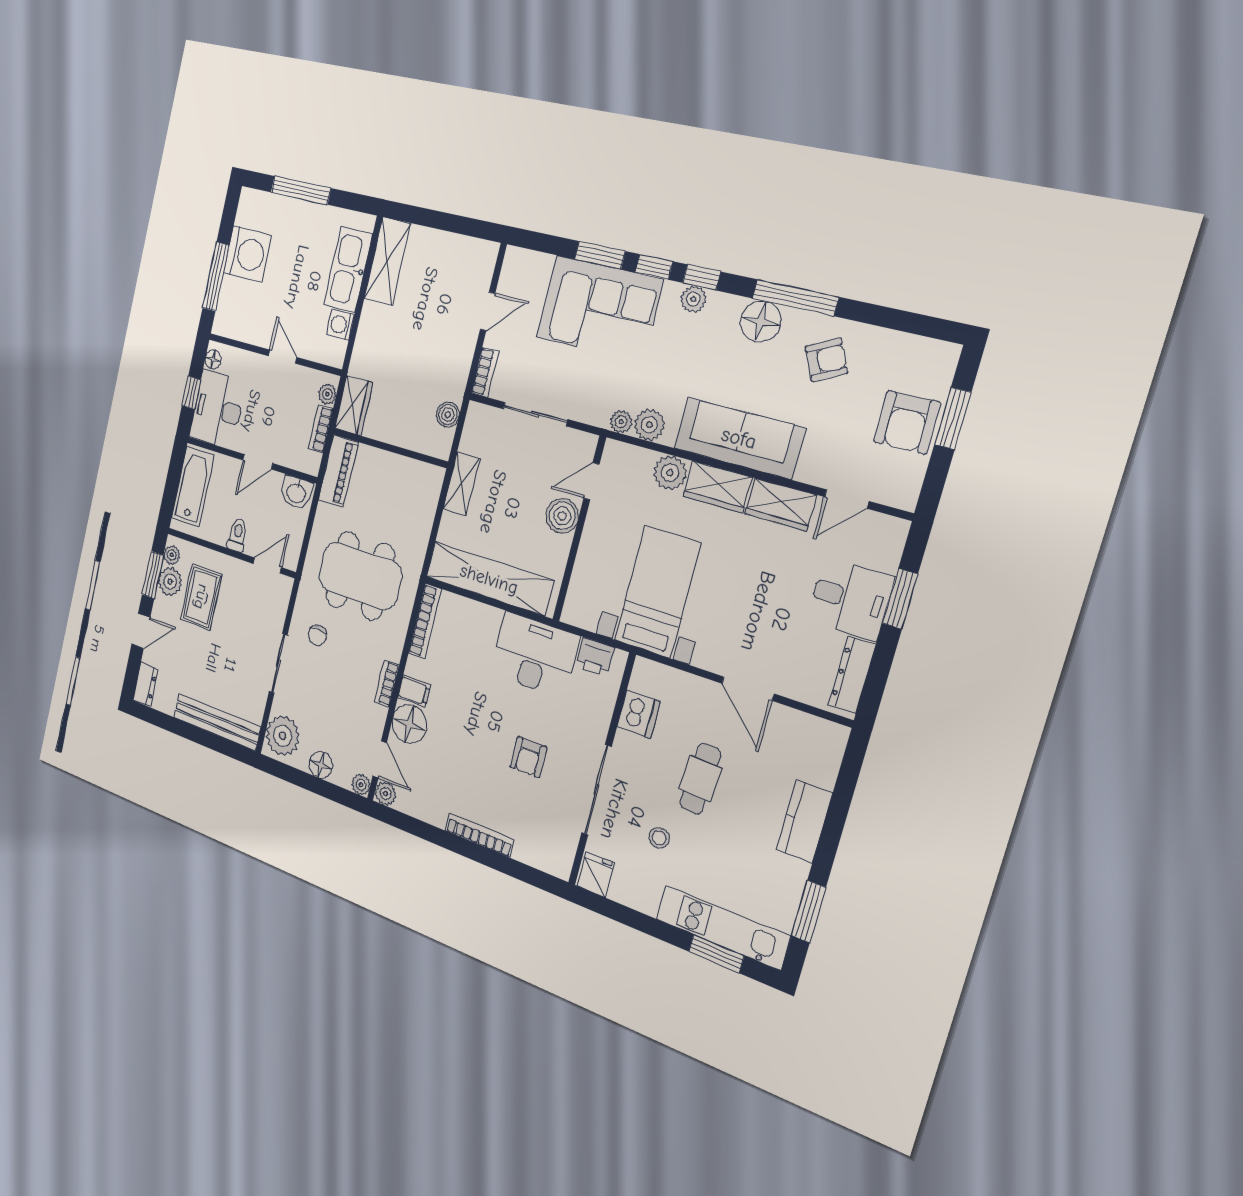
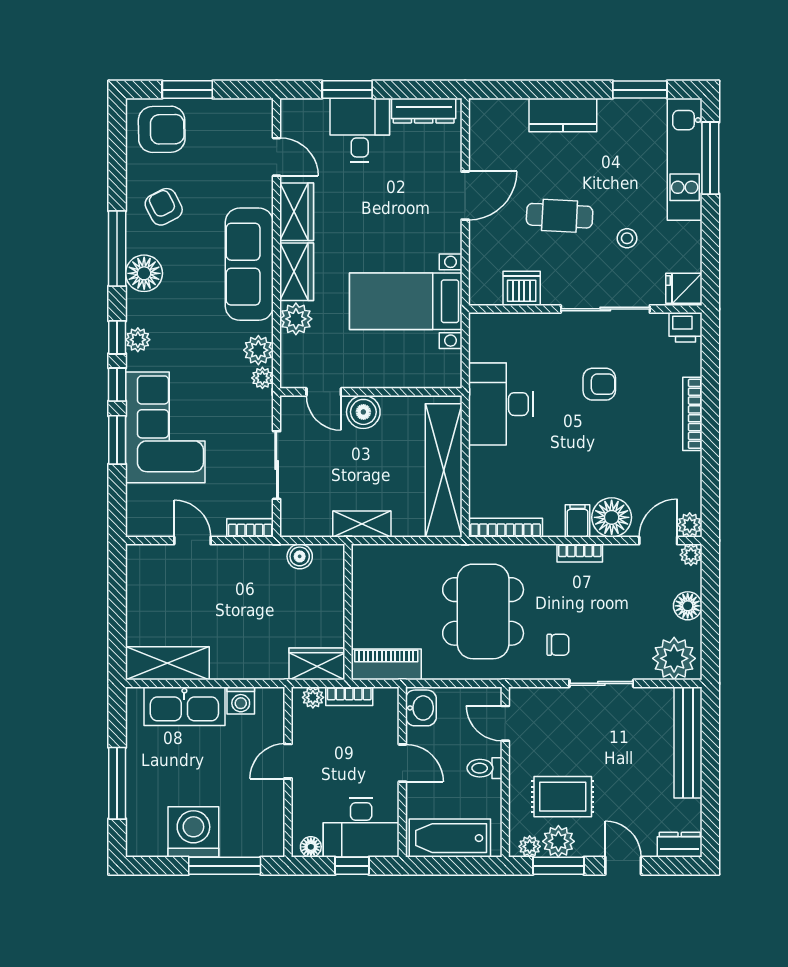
armchair: (907, 422) -> (162, 129), moved
printer: (595, 657) -> (685, 327), moved, turned 90
window: (716, 954) -> (710, 158), width x1.44

